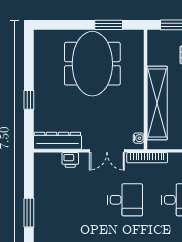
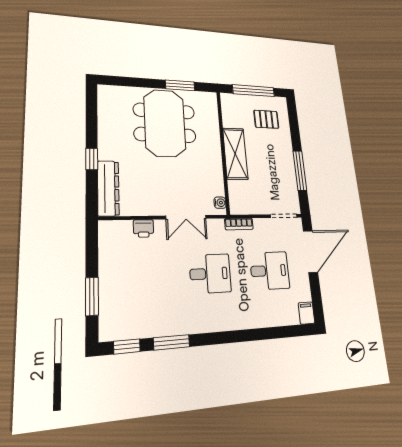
shelving: (157, 103) -> (235, 154), width x0.68
dresser: (57, 141) -> (108, 188), moved, turned 90
bookcase: (147, 158) -> (239, 224), width x0.64

